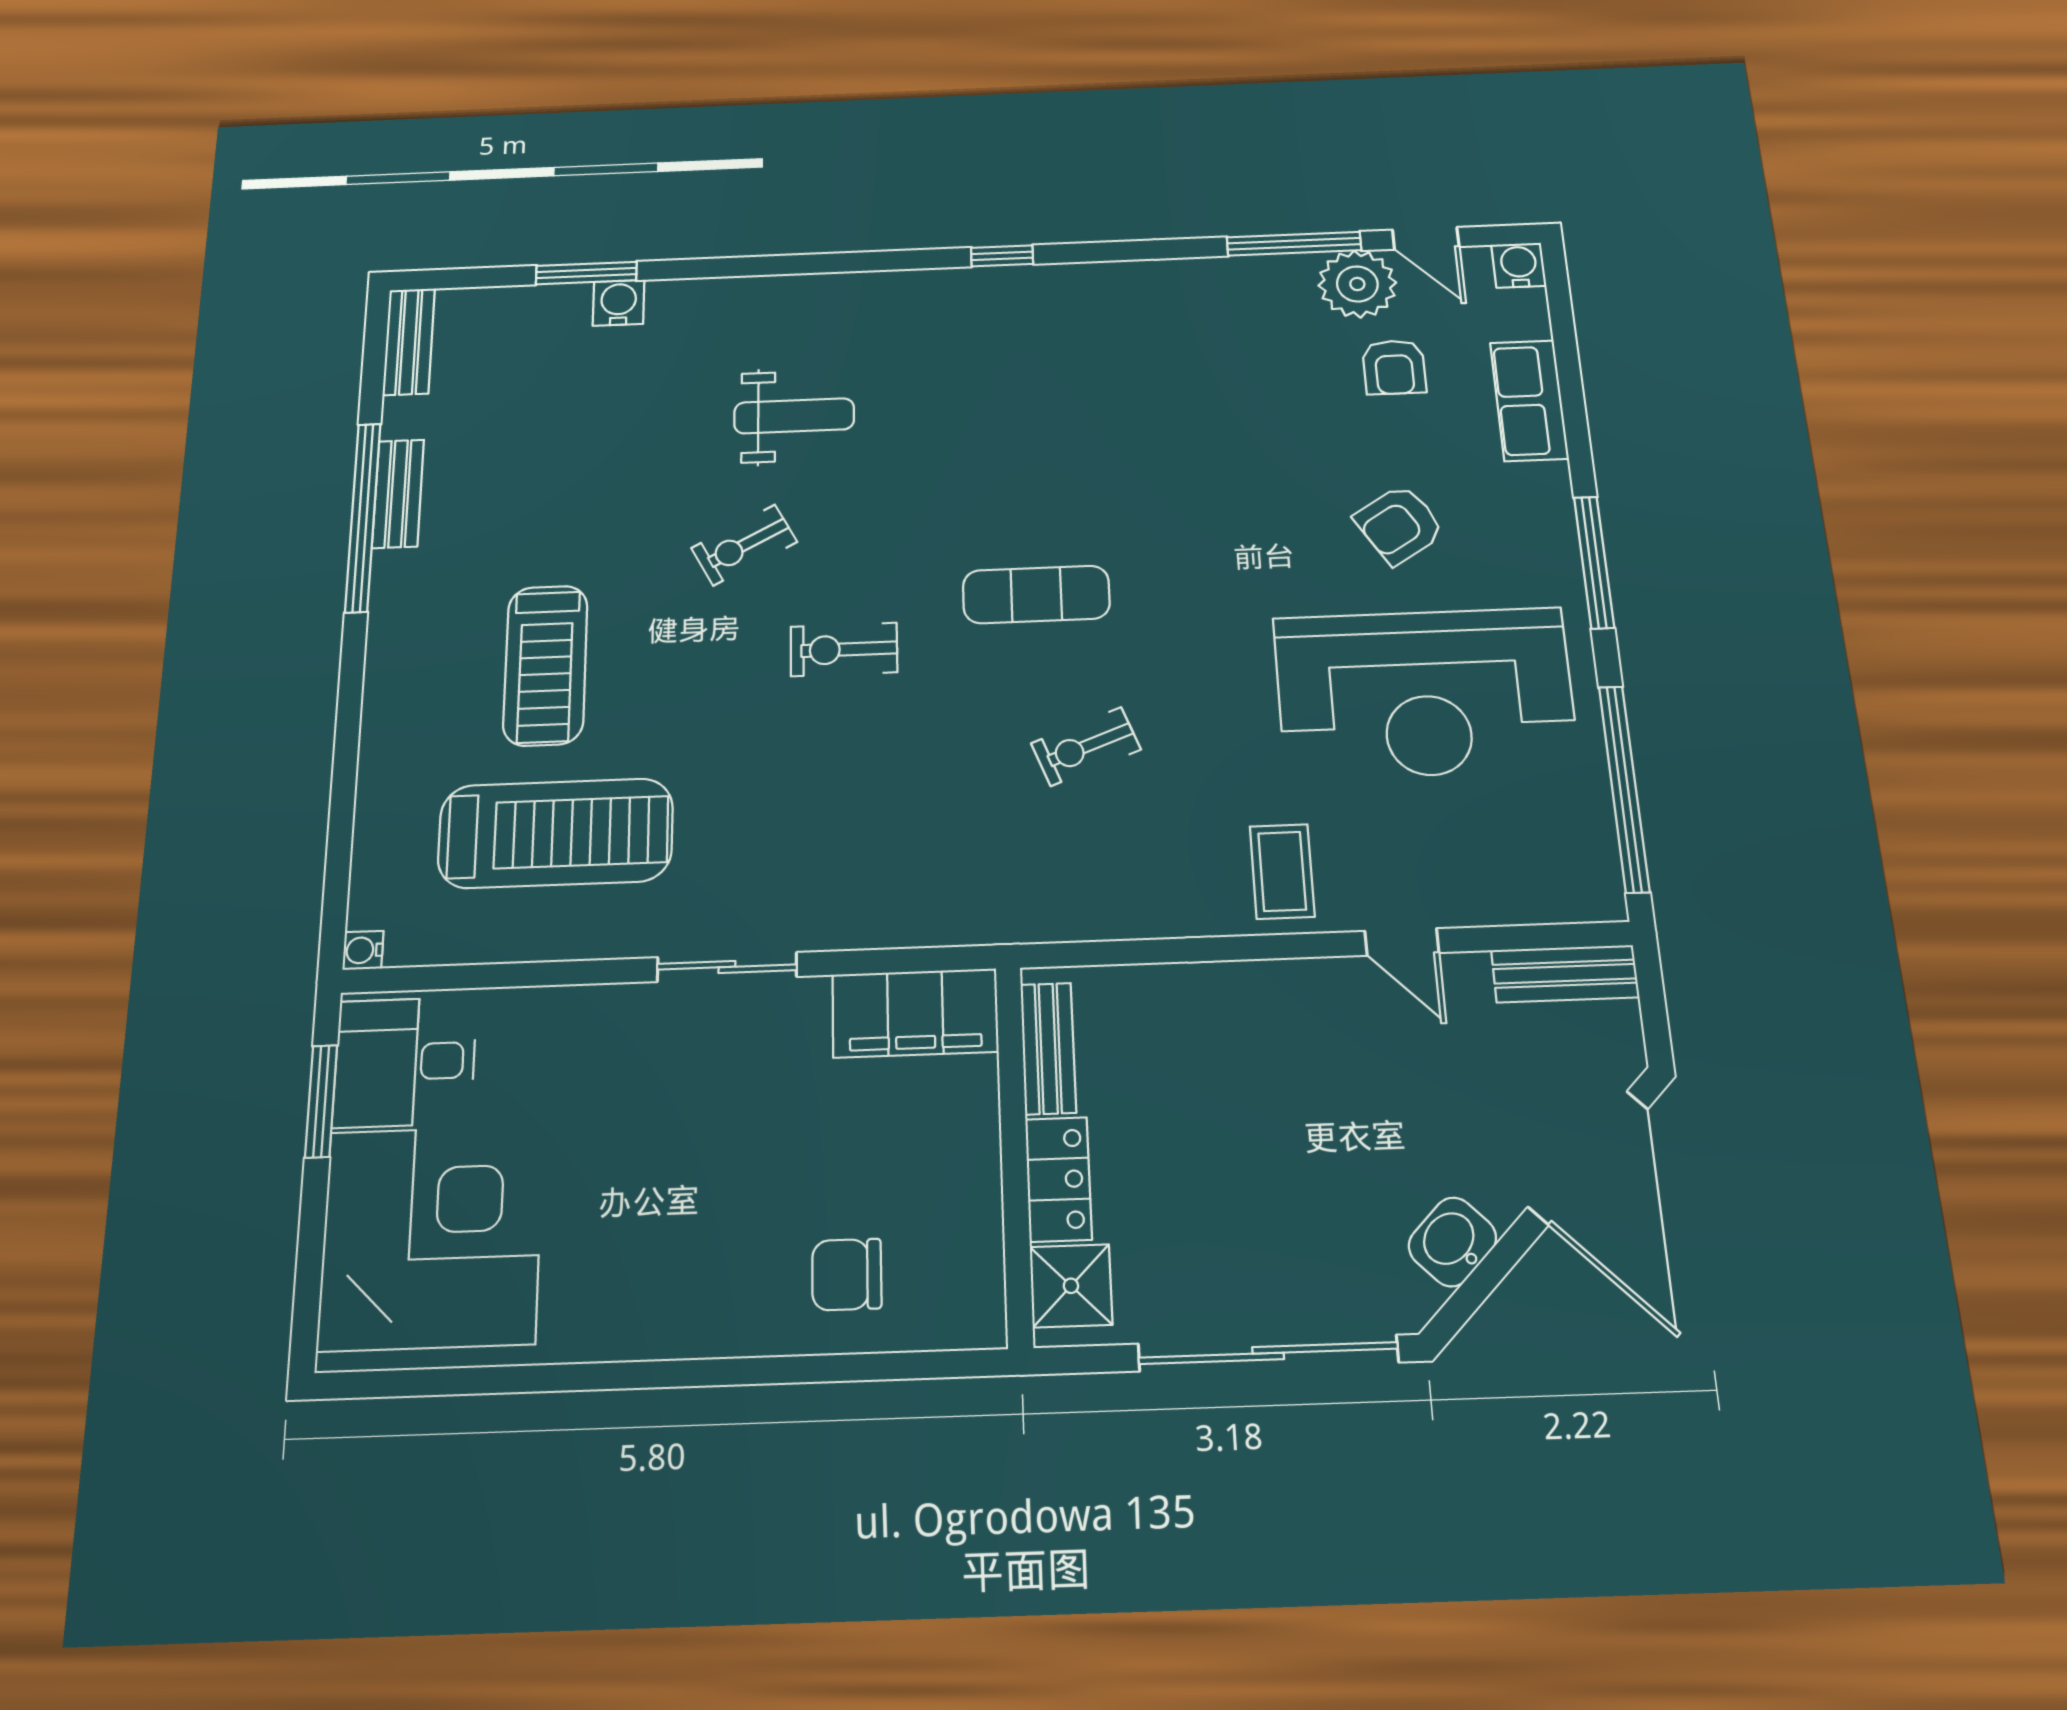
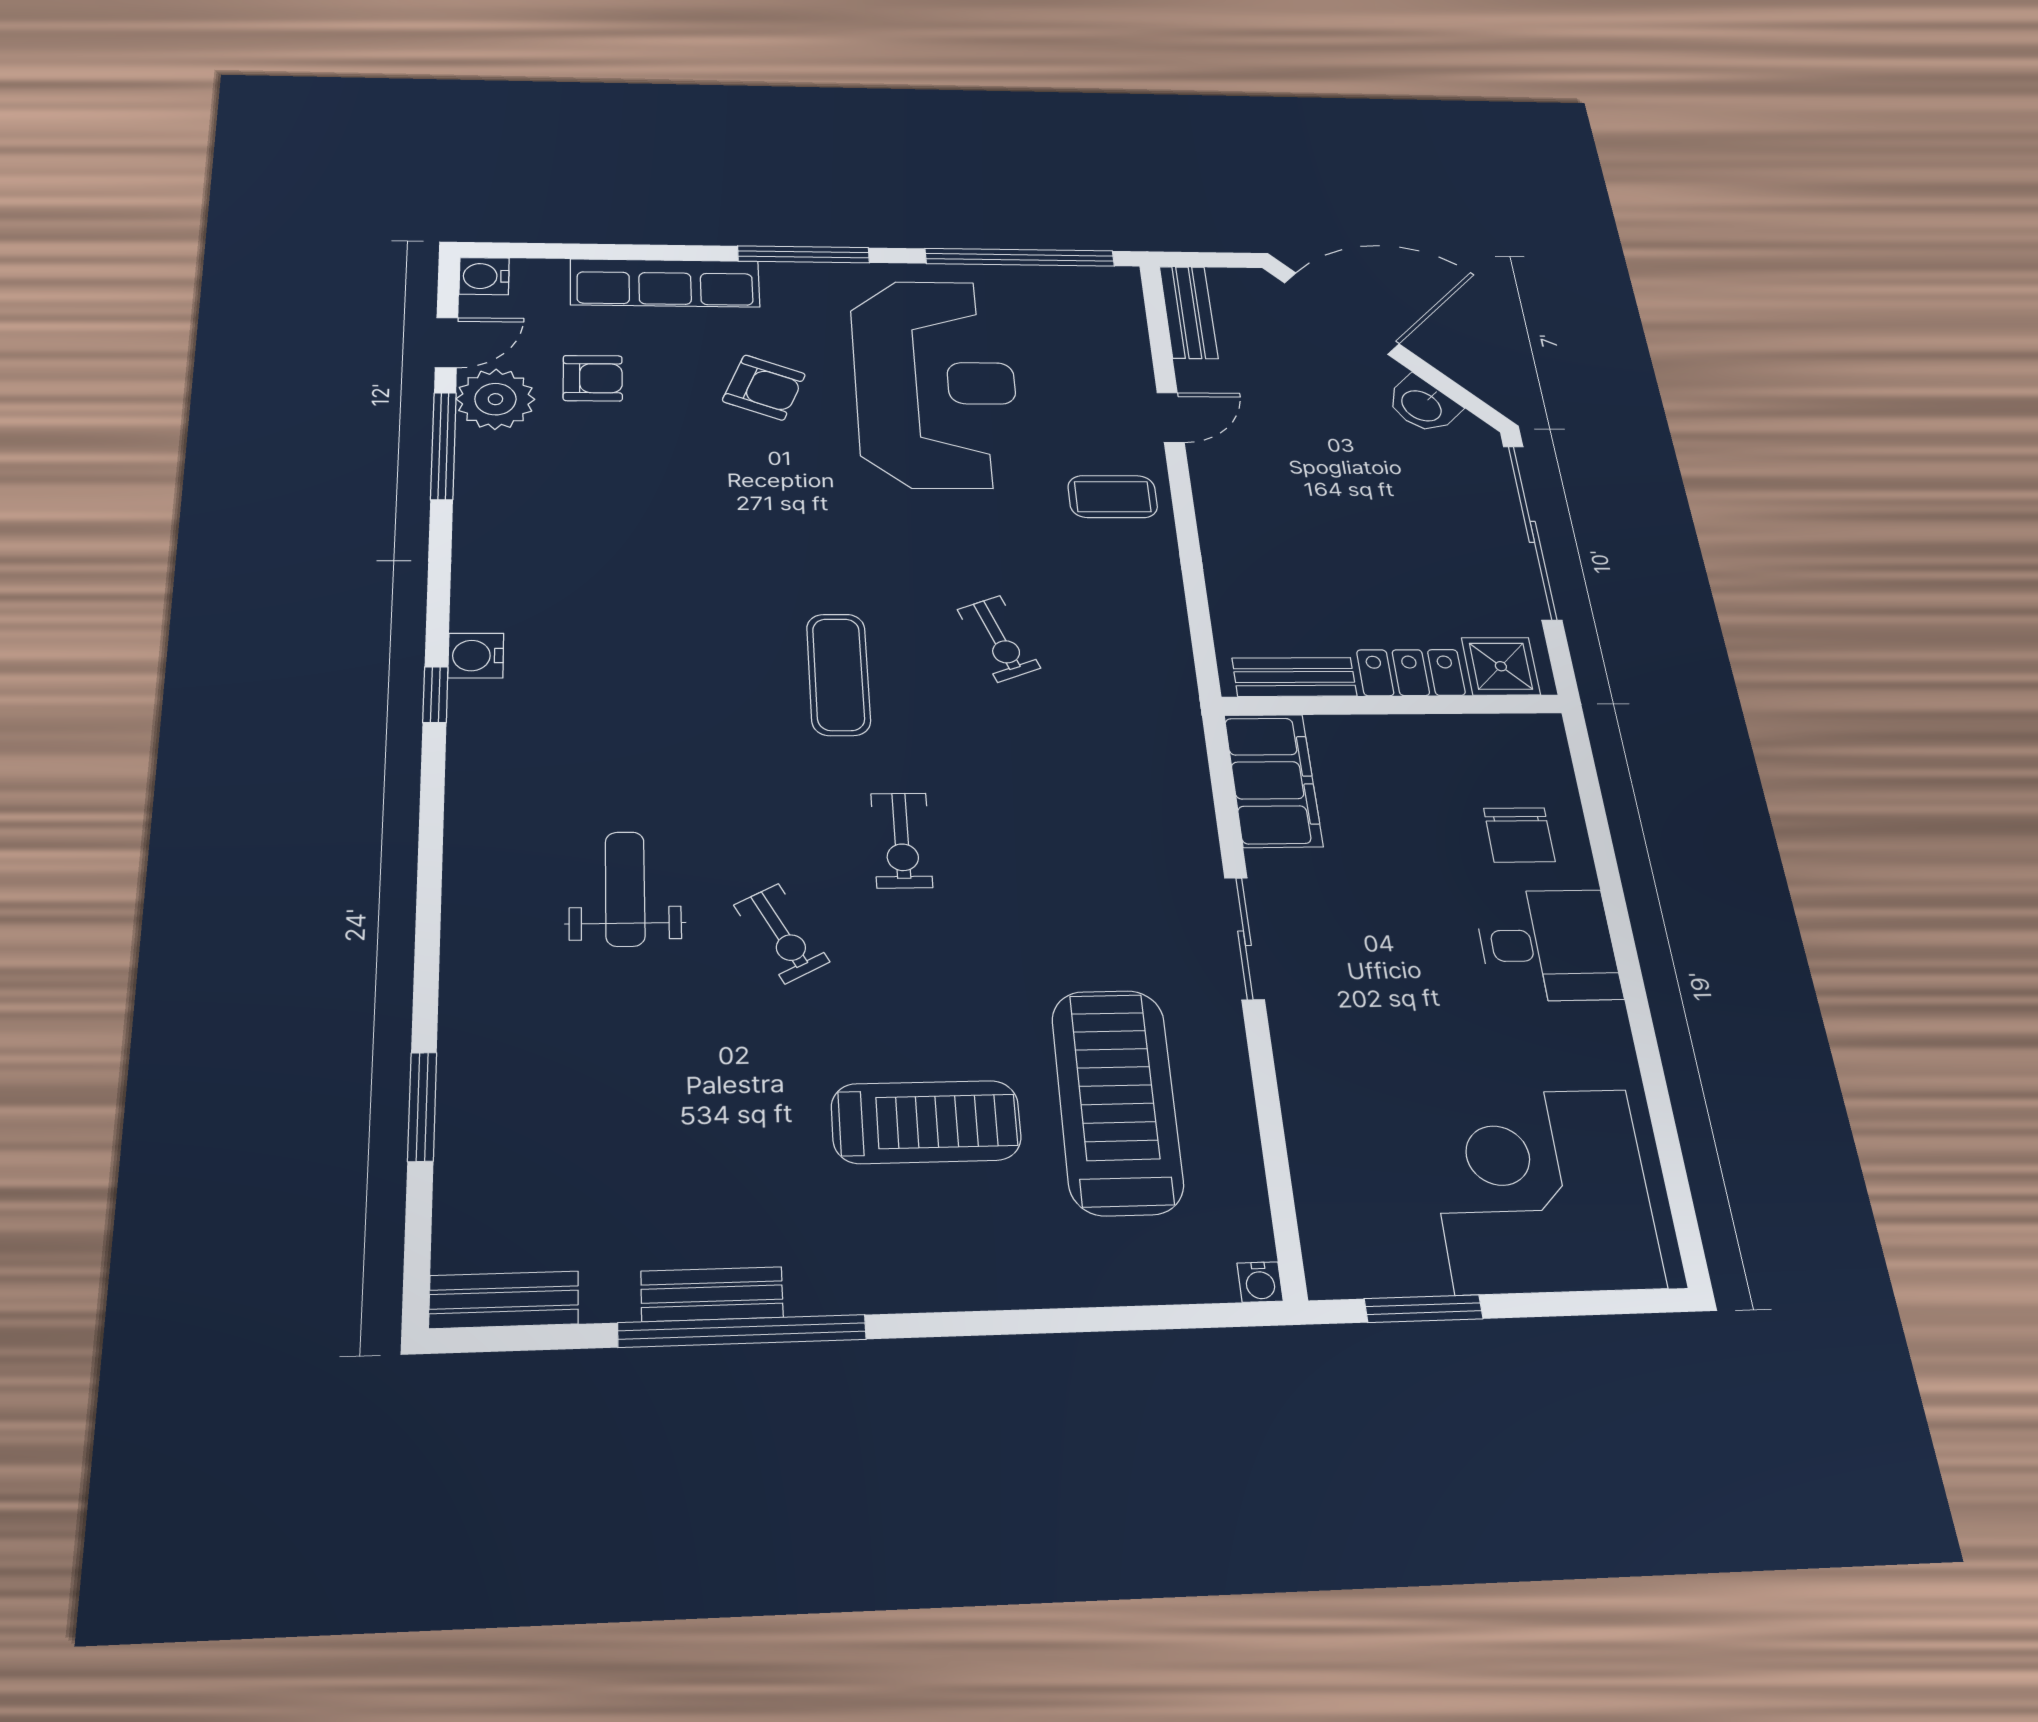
water cooler: (619, 303) -> (476, 656), moved
row of seats: (1529, 400) -> (665, 283), width x1.48
armchair: (1399, 525) -> (764, 388), turned -36
desk: (405, 1062) -> (1547, 945), moved, turned -90

